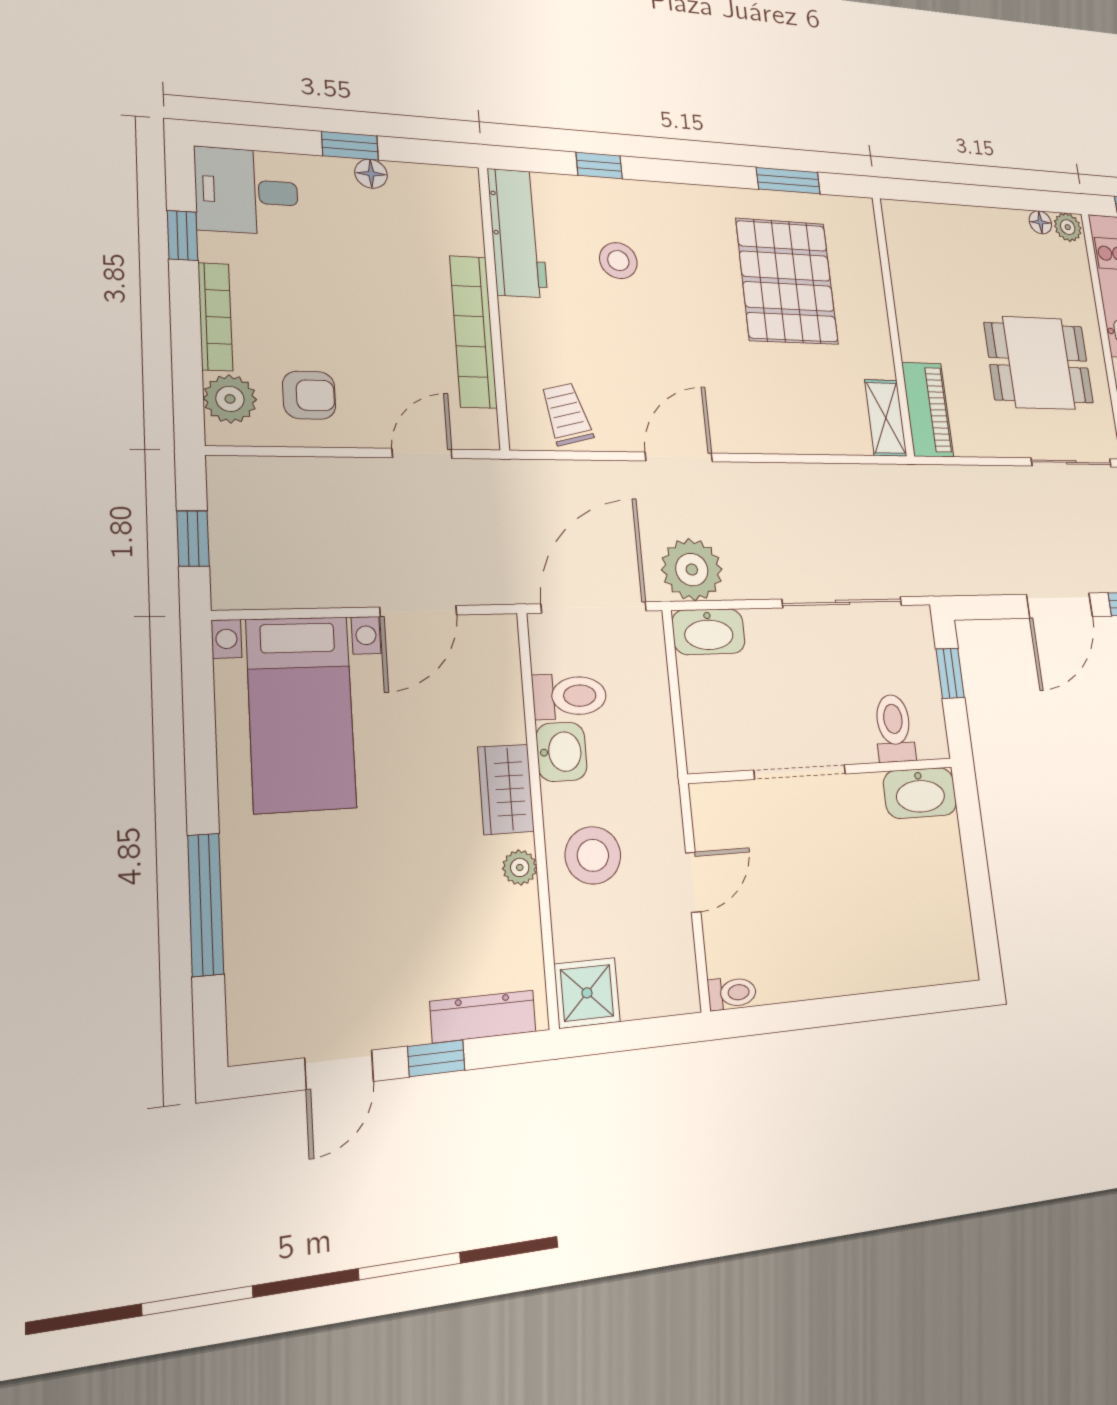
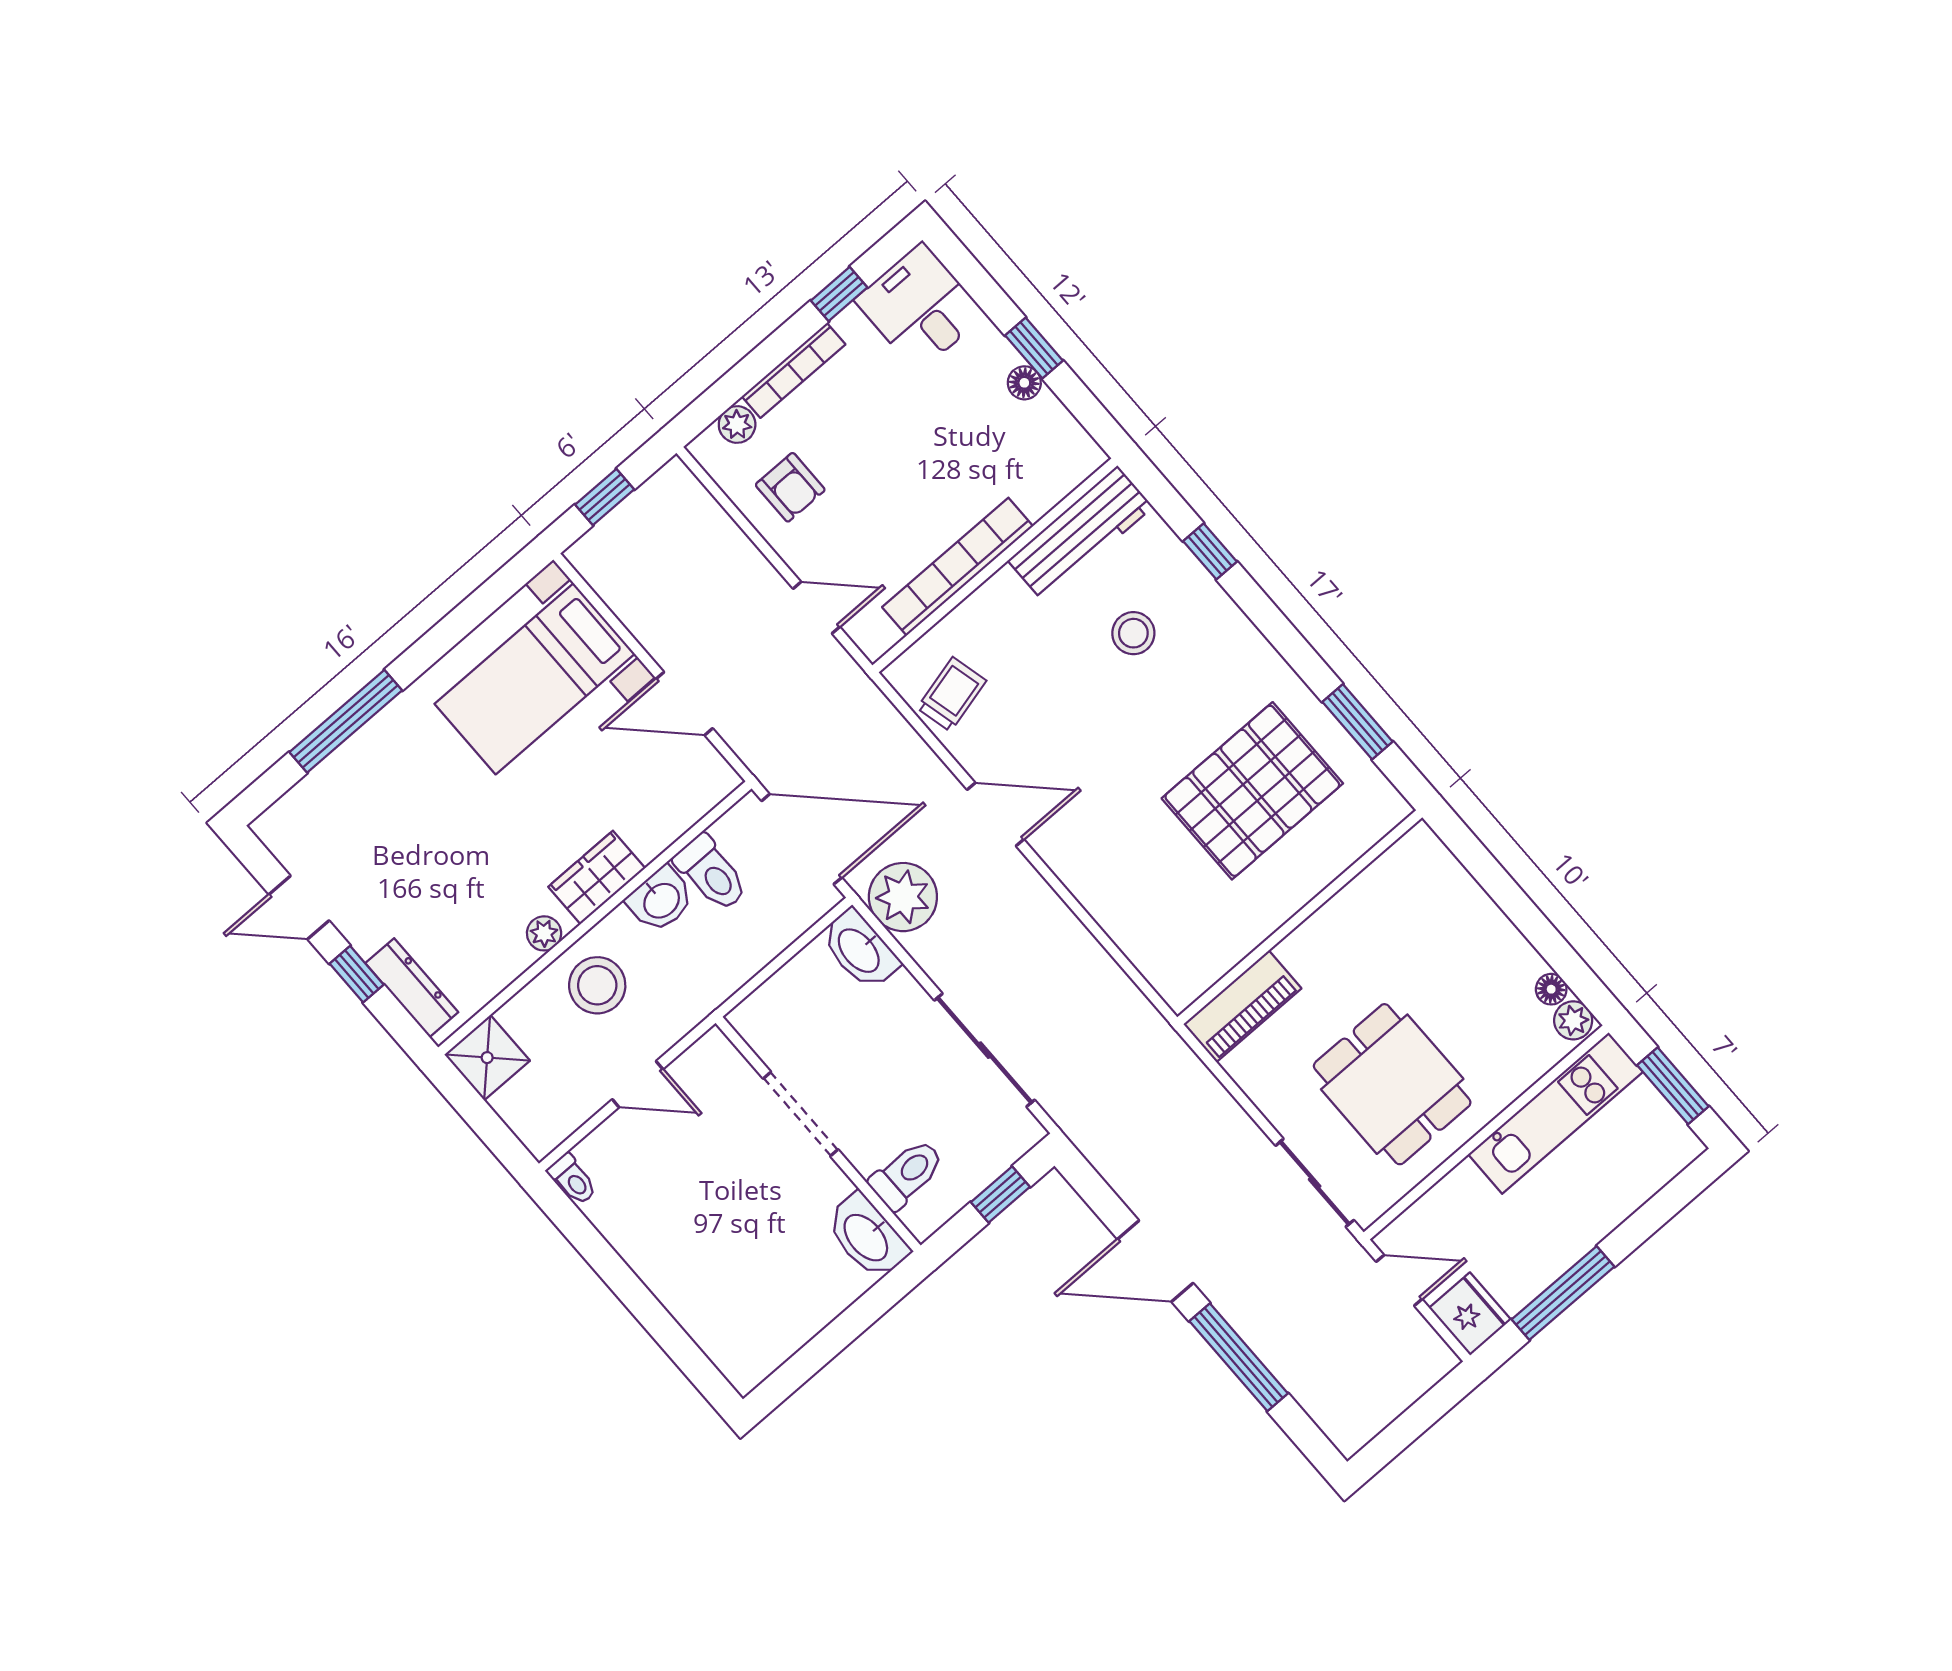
plant: (230, 399) -> (737, 424), width x0.73, depth x0.73
shelving: (886, 418) -> (1198, 972), removed

